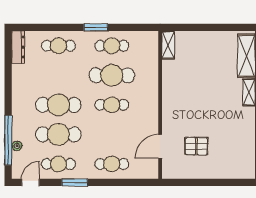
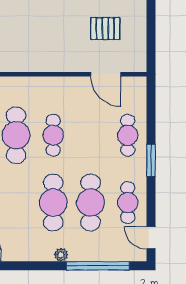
plant: (17, 146) -> (61, 255), moved
pallet: (196, 146) -> (105, 29), turned 90
window: (75, 182) -> (151, 160), moved

